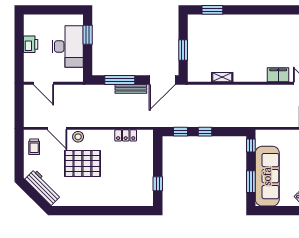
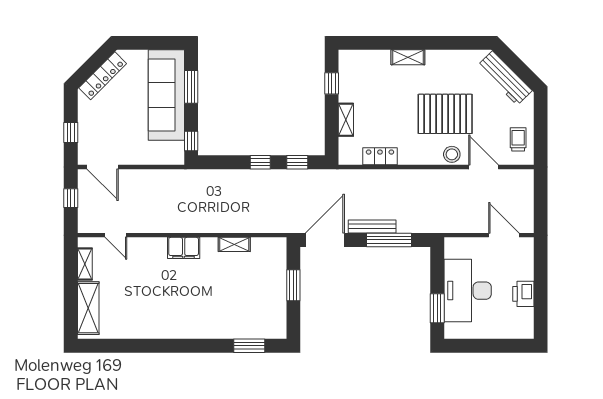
filing cabinet: (278, 75) -> (184, 248), moved
shelving: (148, 160) -> (346, 120), added
shelving: (107, 201) -> (408, 57), added

